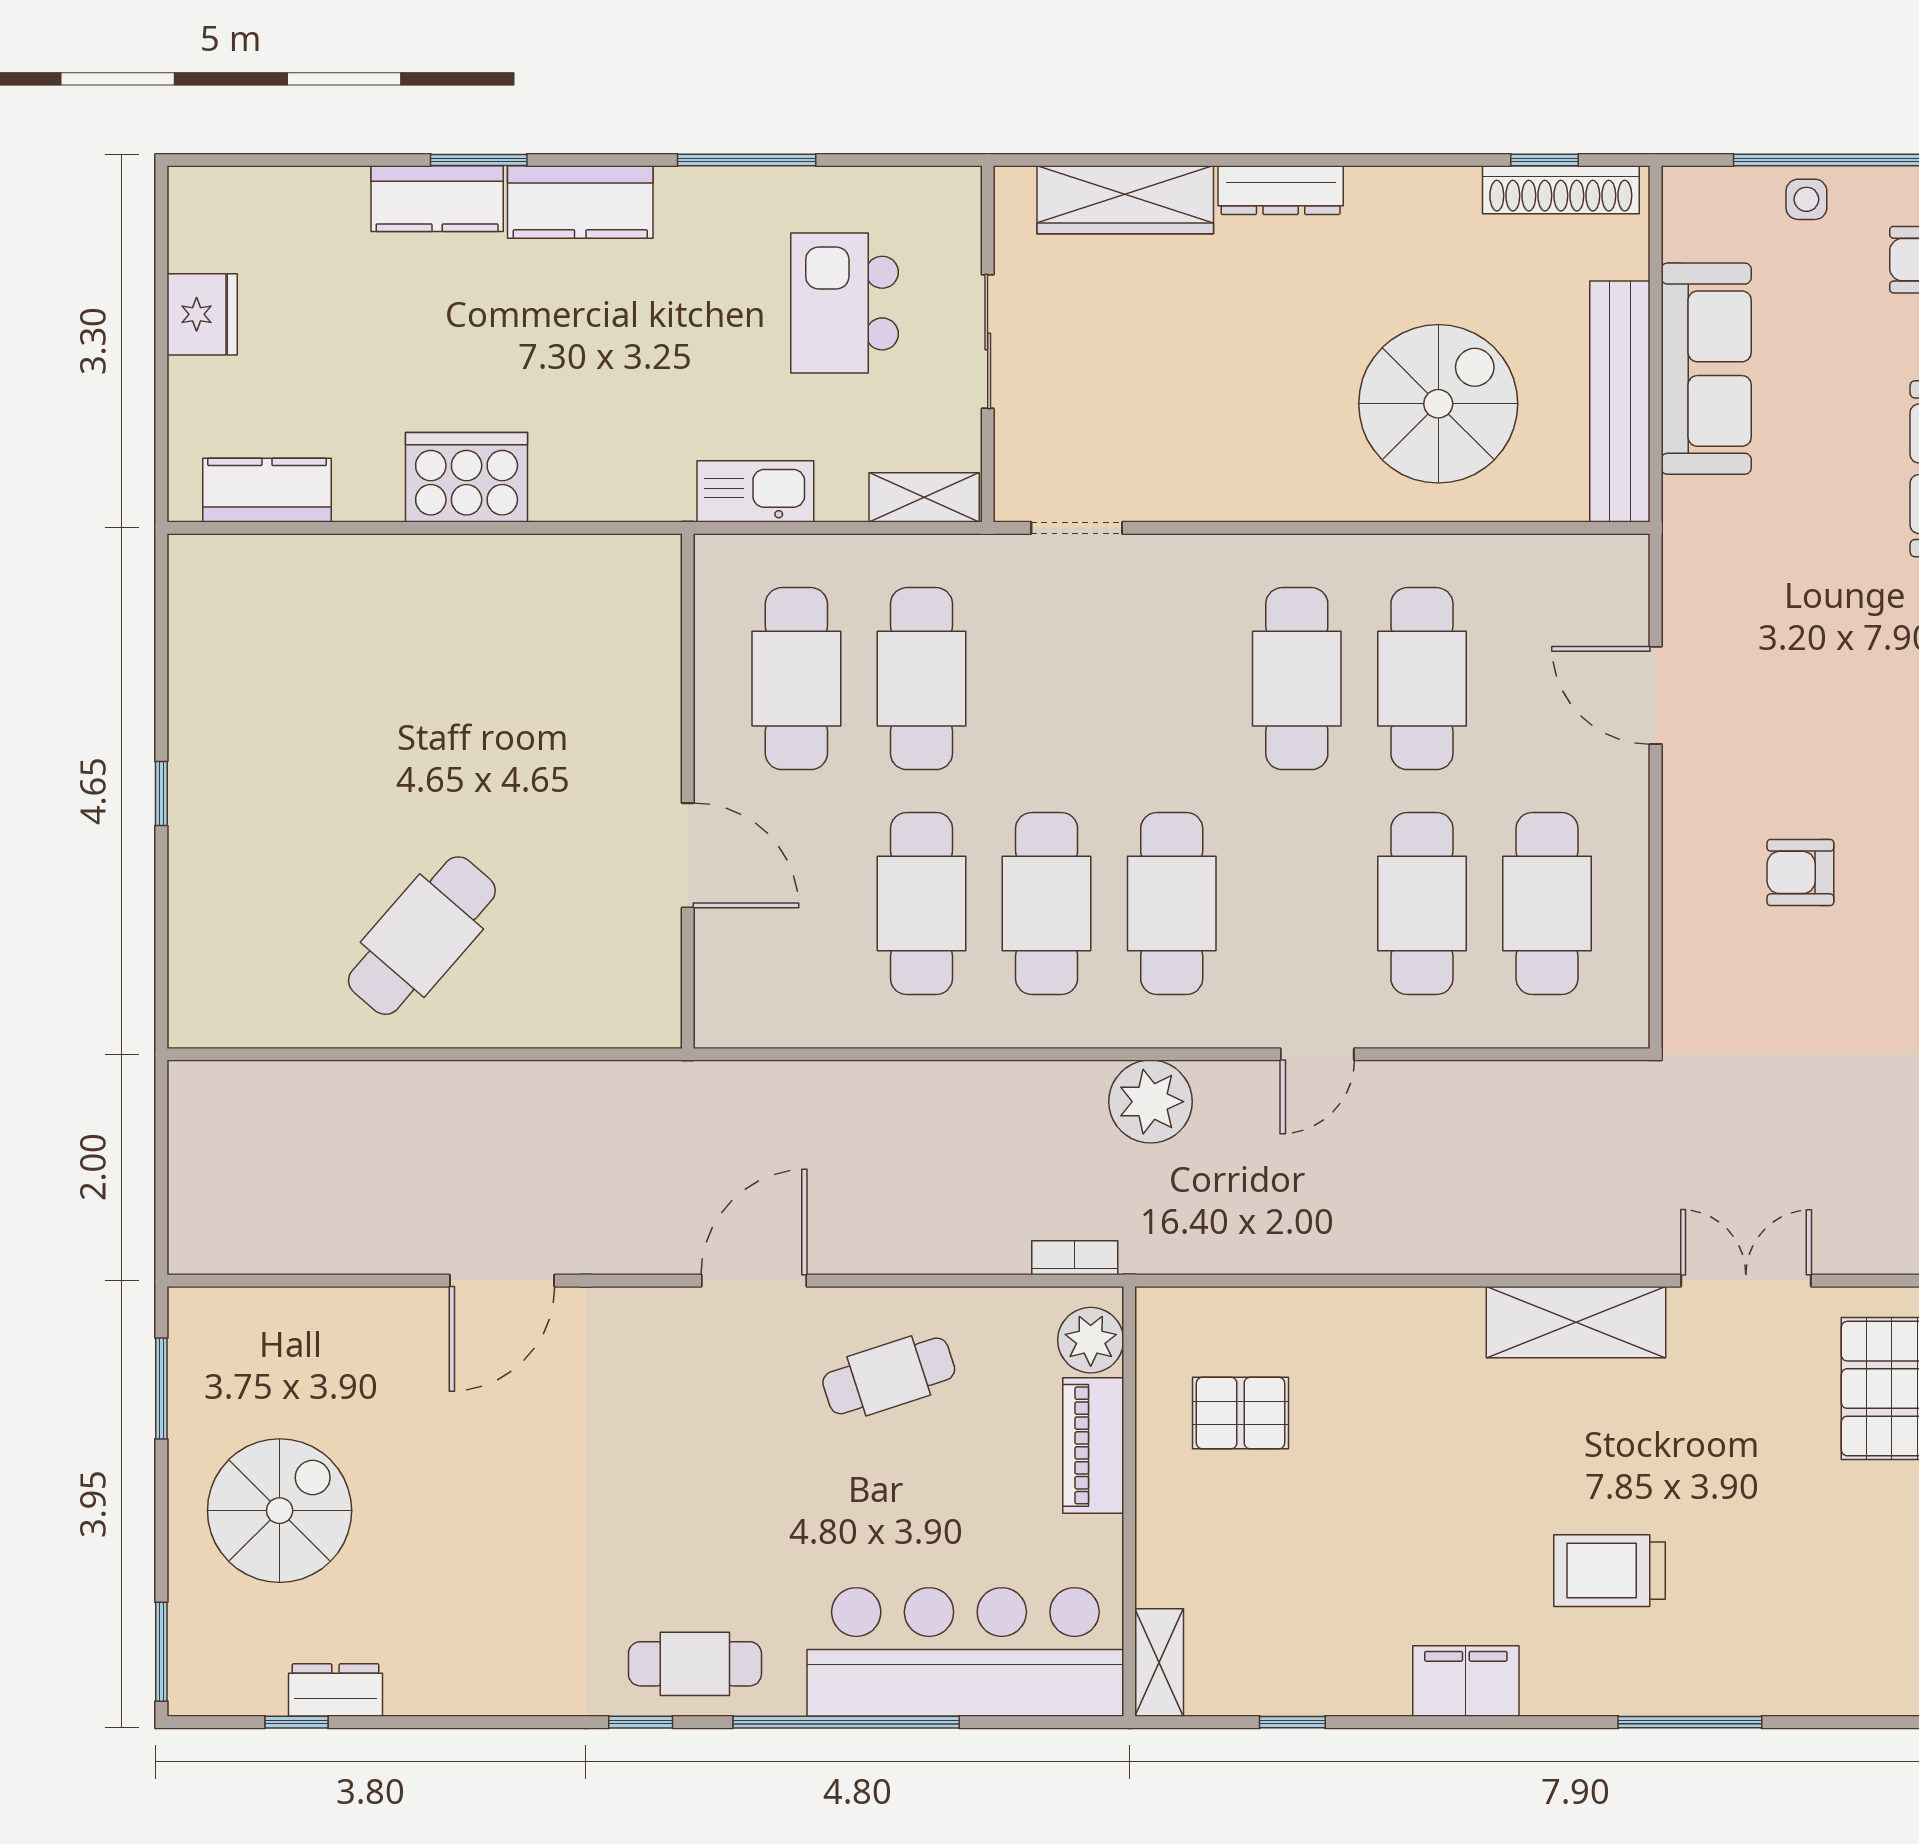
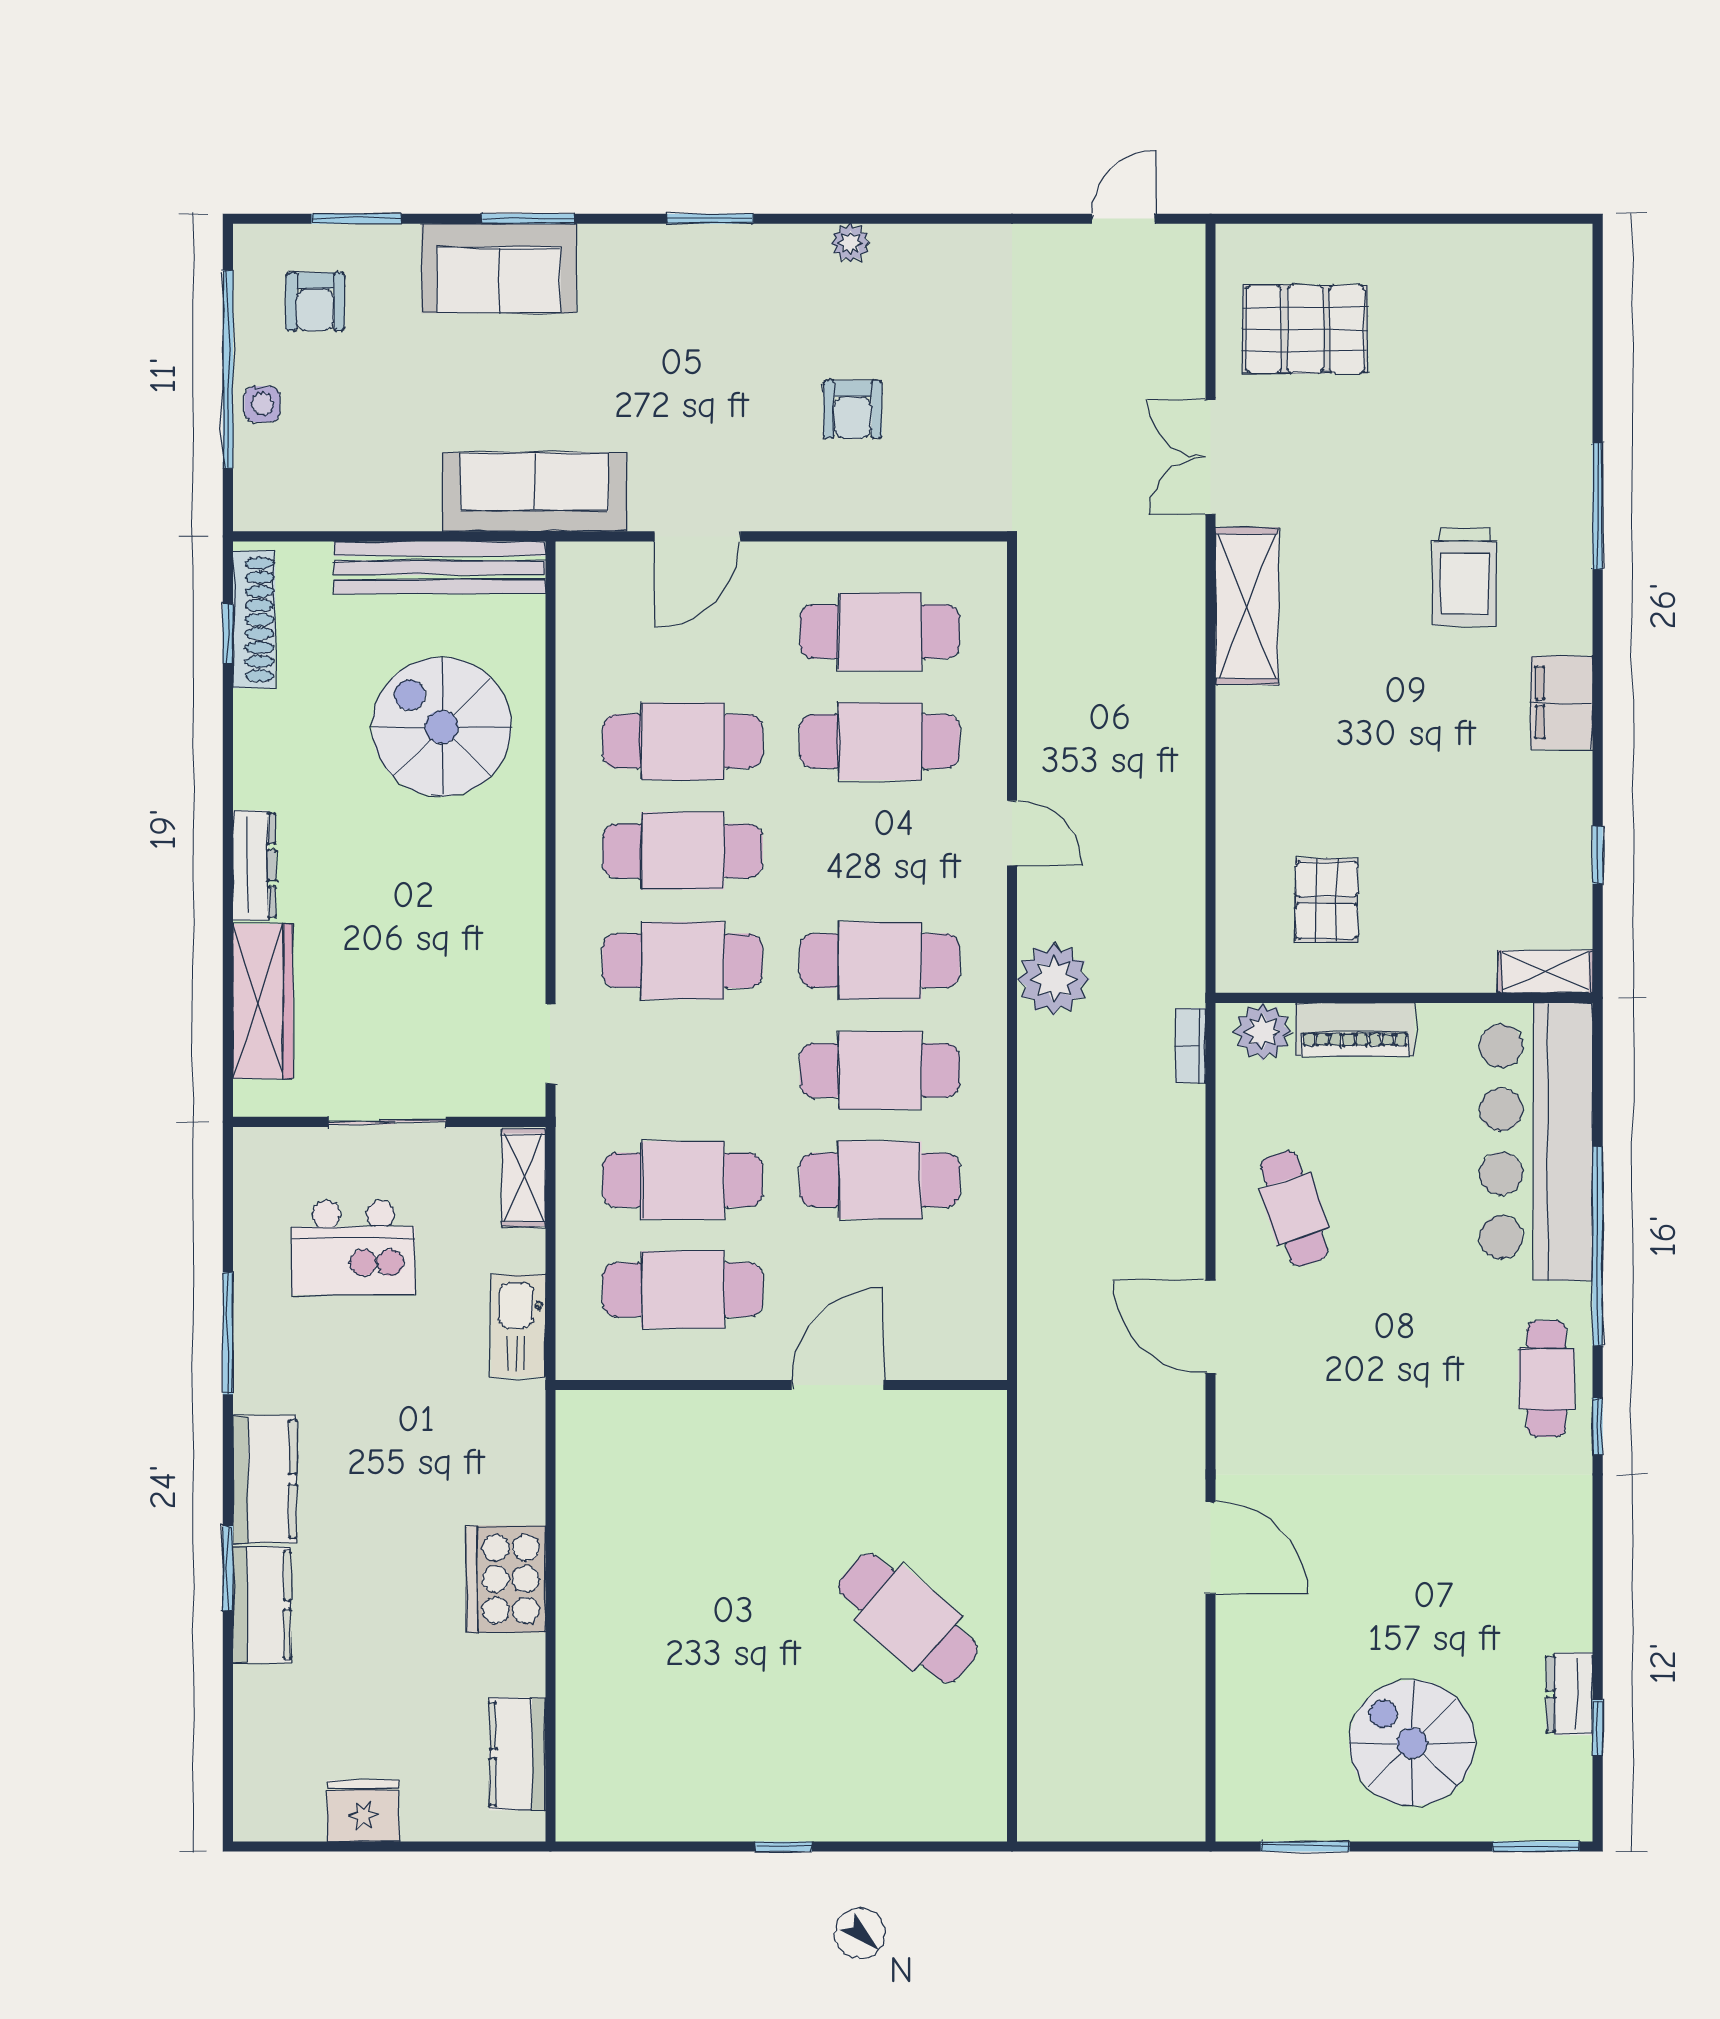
sofa: (1706, 369) -> (535, 492), moved
cafe table: (1172, 679) -> (683, 961), added

